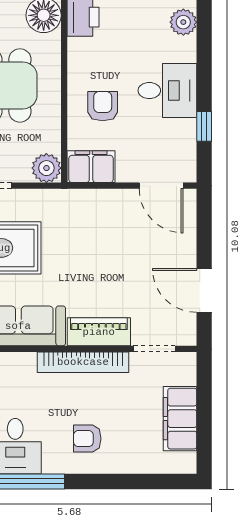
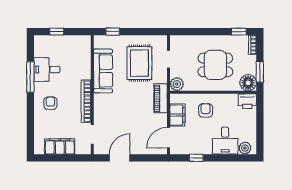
desk: (167, 91) -> (225, 141), moved
armchair: (103, 106) -> (206, 110), turned -90
filing cabinet: (91, 167) -> (177, 115), moved
piano: (99, 332) -> (161, 98), moved, turned 180

